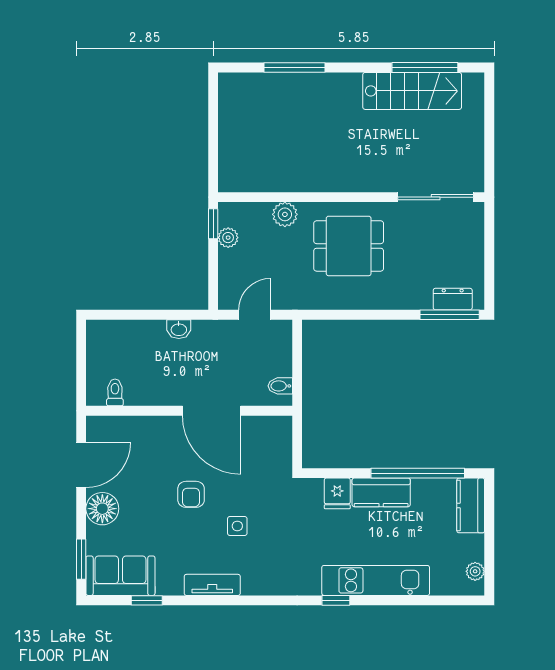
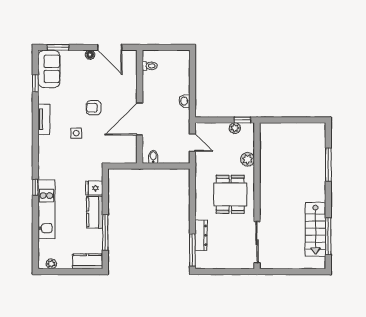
dresser: (453, 299) -> (201, 235), moved, width x1.44
window: (418, 473) -> (105, 232), width x0.68
floor lamp: (102, 509) -> (90, 55), width x0.53, depth x0.53

